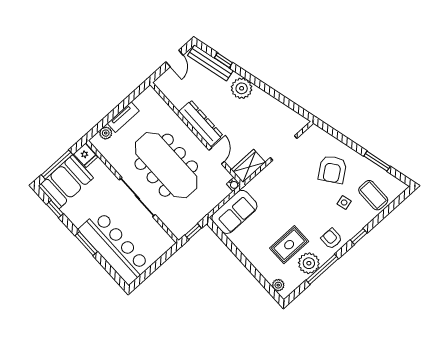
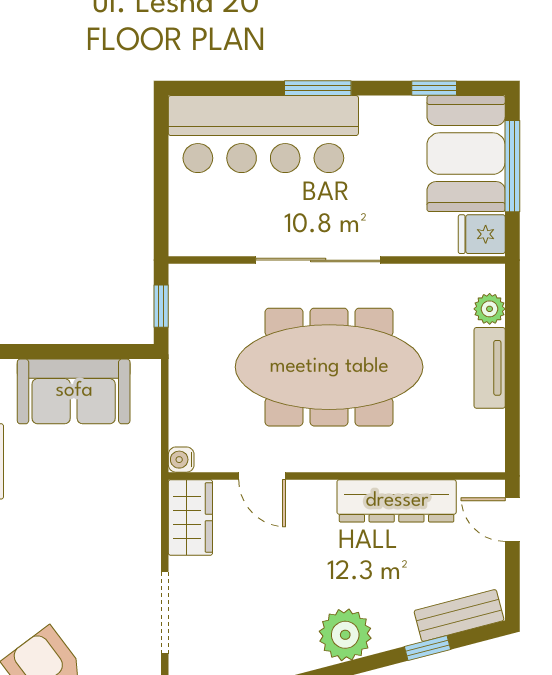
door: (174, 59) -> (512, 520), moved
bench: (210, 63) -> (459, 615), width x0.73
dresser: (201, 123) -> (397, 501), moved
sofa: (234, 212) -> (74, 391), moved, turned -90

